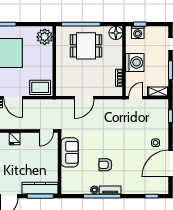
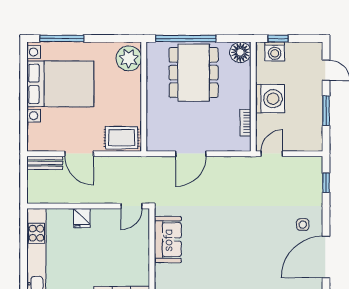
dining table: (86, 46) -> (194, 73), width x1.38
shelving: (158, 91) -> (307, 144), removed
armchair: (105, 165) -> (224, 259), removed

